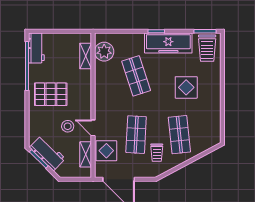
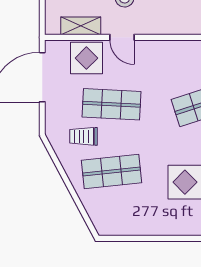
door: (93, 128) -> (122, 37), swing flipped

